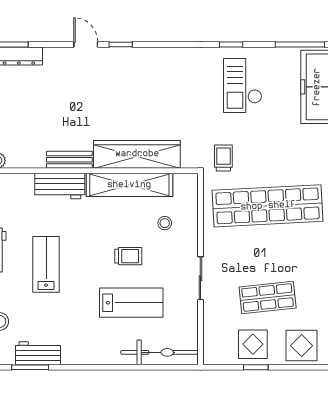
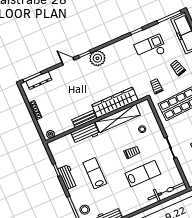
plant: (140, 62) -> (97, 58), added
checkout: (243, 86) -> (150, 48), turned 90
trolley: (276, 142) -> (178, 68), added

